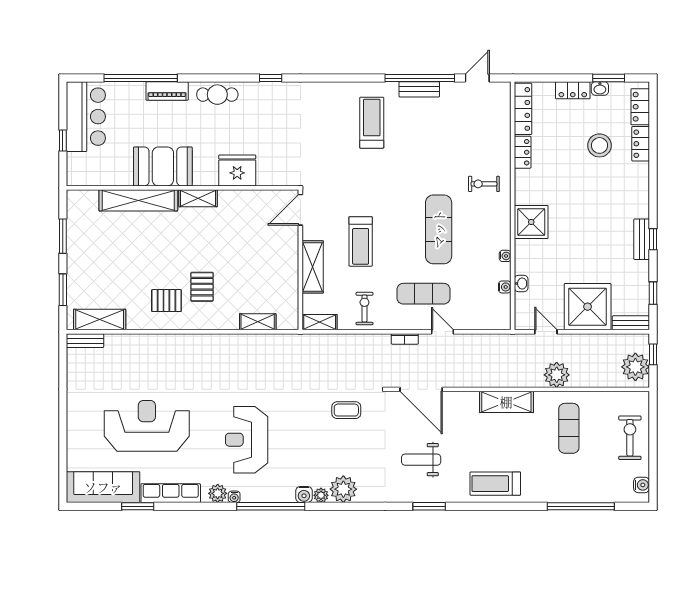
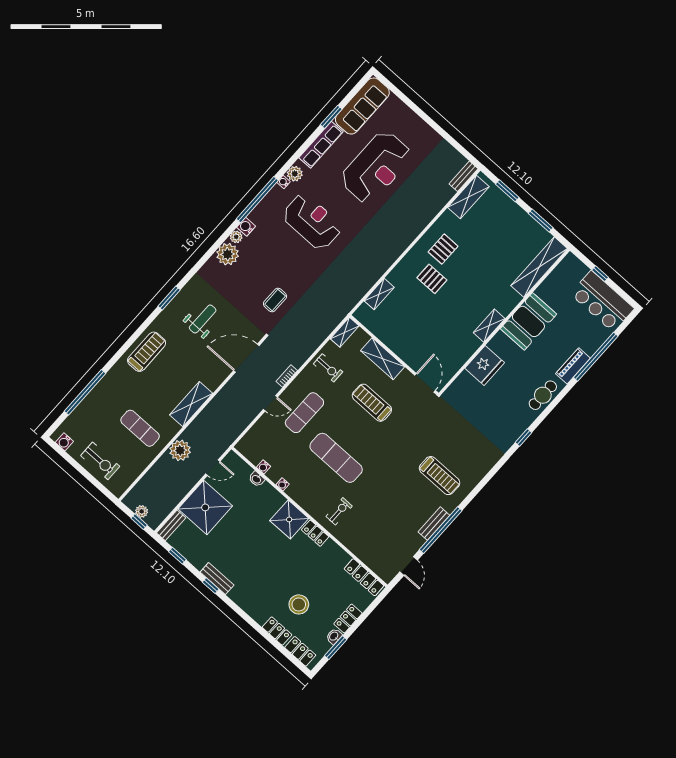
locker: (523, 152) -> (315, 533), moved
shelving: (138, 200) -> (539, 267), moved
plant: (635, 367) -> (142, 511), width x0.53, depth x0.53

